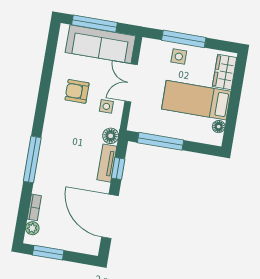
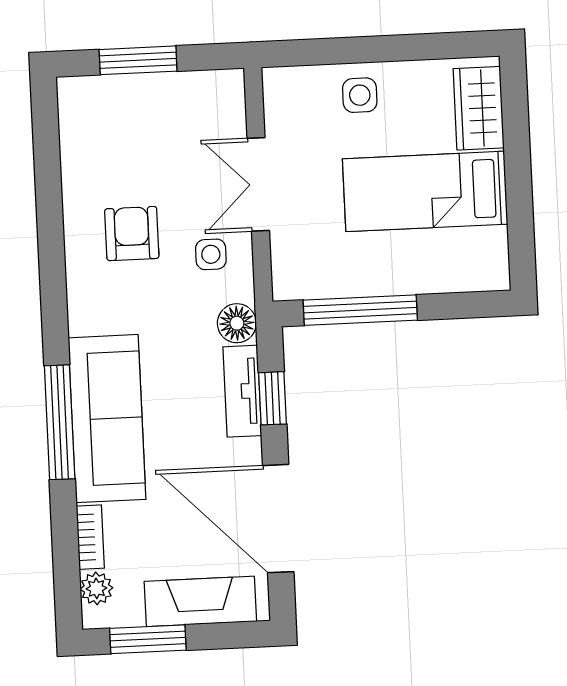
window: (94, 24) -> (138, 60), width x0.69
window: (184, 39) -> (362, 50), removed
sofa: (100, 44) -> (107, 419), moved, turned -90
armchair: (77, 91) -> (132, 234), turned 90
floor lamp: (219, 127) -> (493, 243), removed
fireplace: (72, 242) -> (200, 601), added

